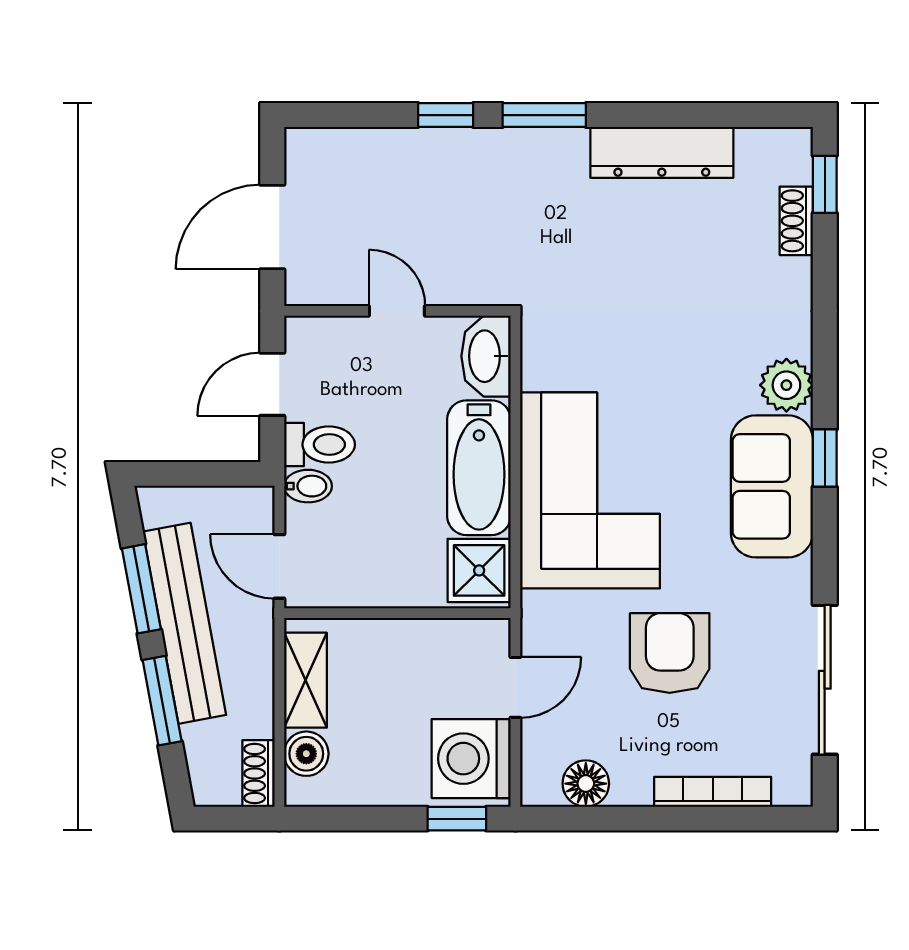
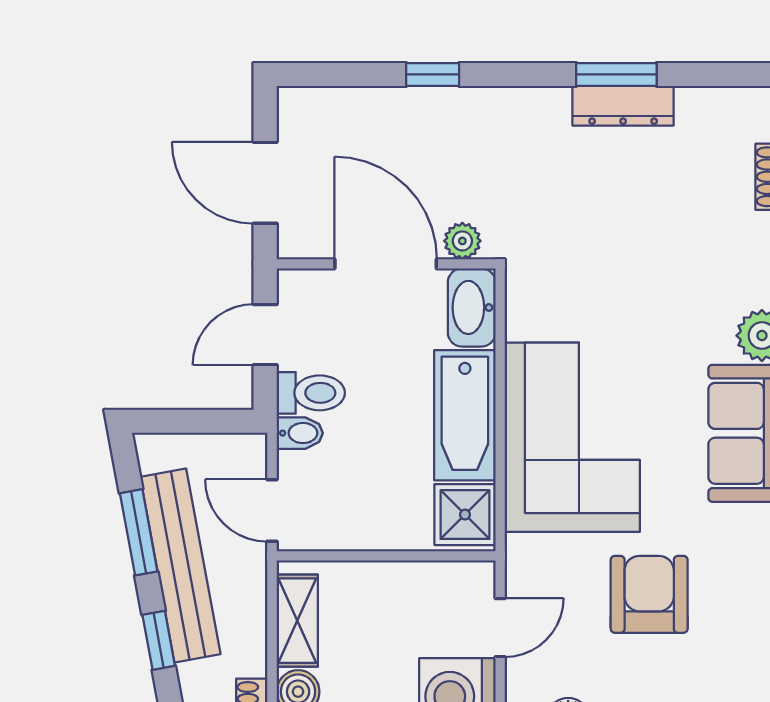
window: (544, 115) -> (616, 74), moved
dresser: (662, 152) -> (623, 106), width x0.73, depth x0.80
door: (272, 227) -> (265, 183), hinge flipped
plant: (476, 287) -> (462, 241), added
door: (397, 311) -> (386, 264), width x1.87
window: (162, 701) -> (159, 640), width x0.67

